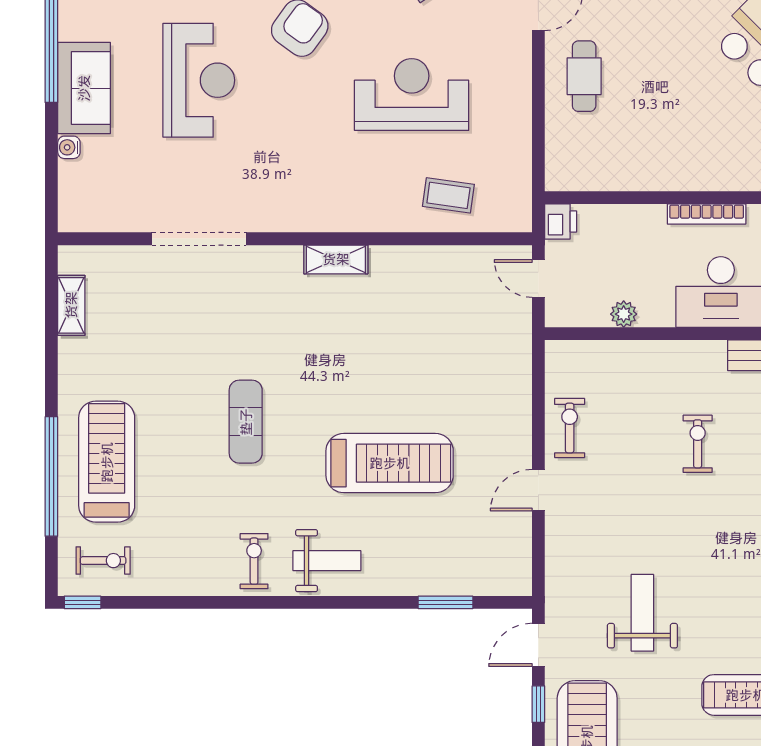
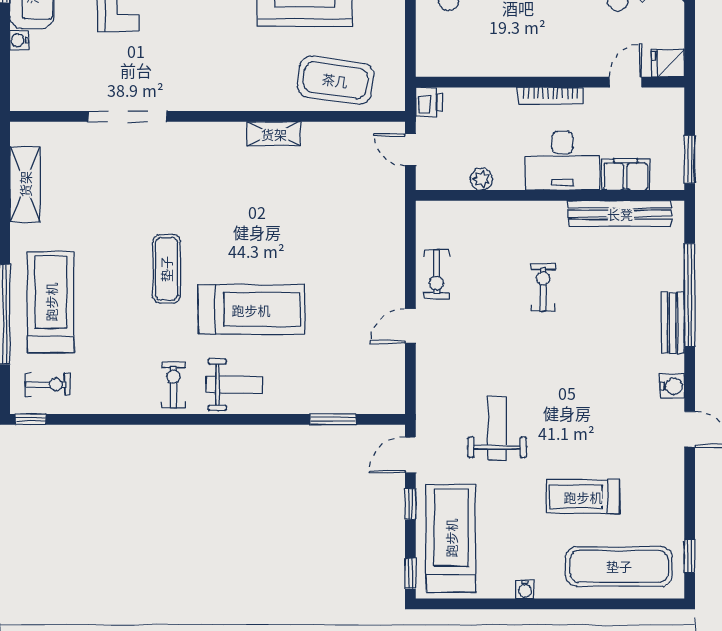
coffee table: (448, 195) -> (335, 80), width x1.86, depth x1.72
shelving: (336, 259) -> (274, 134), moved
shelving: (71, 305) -> (25, 184), width x1.50, depth x1.33
exercise bike: (570, 428) -> (436, 274), turned 180
treadmill: (390, 463) -> (251, 310), moved

